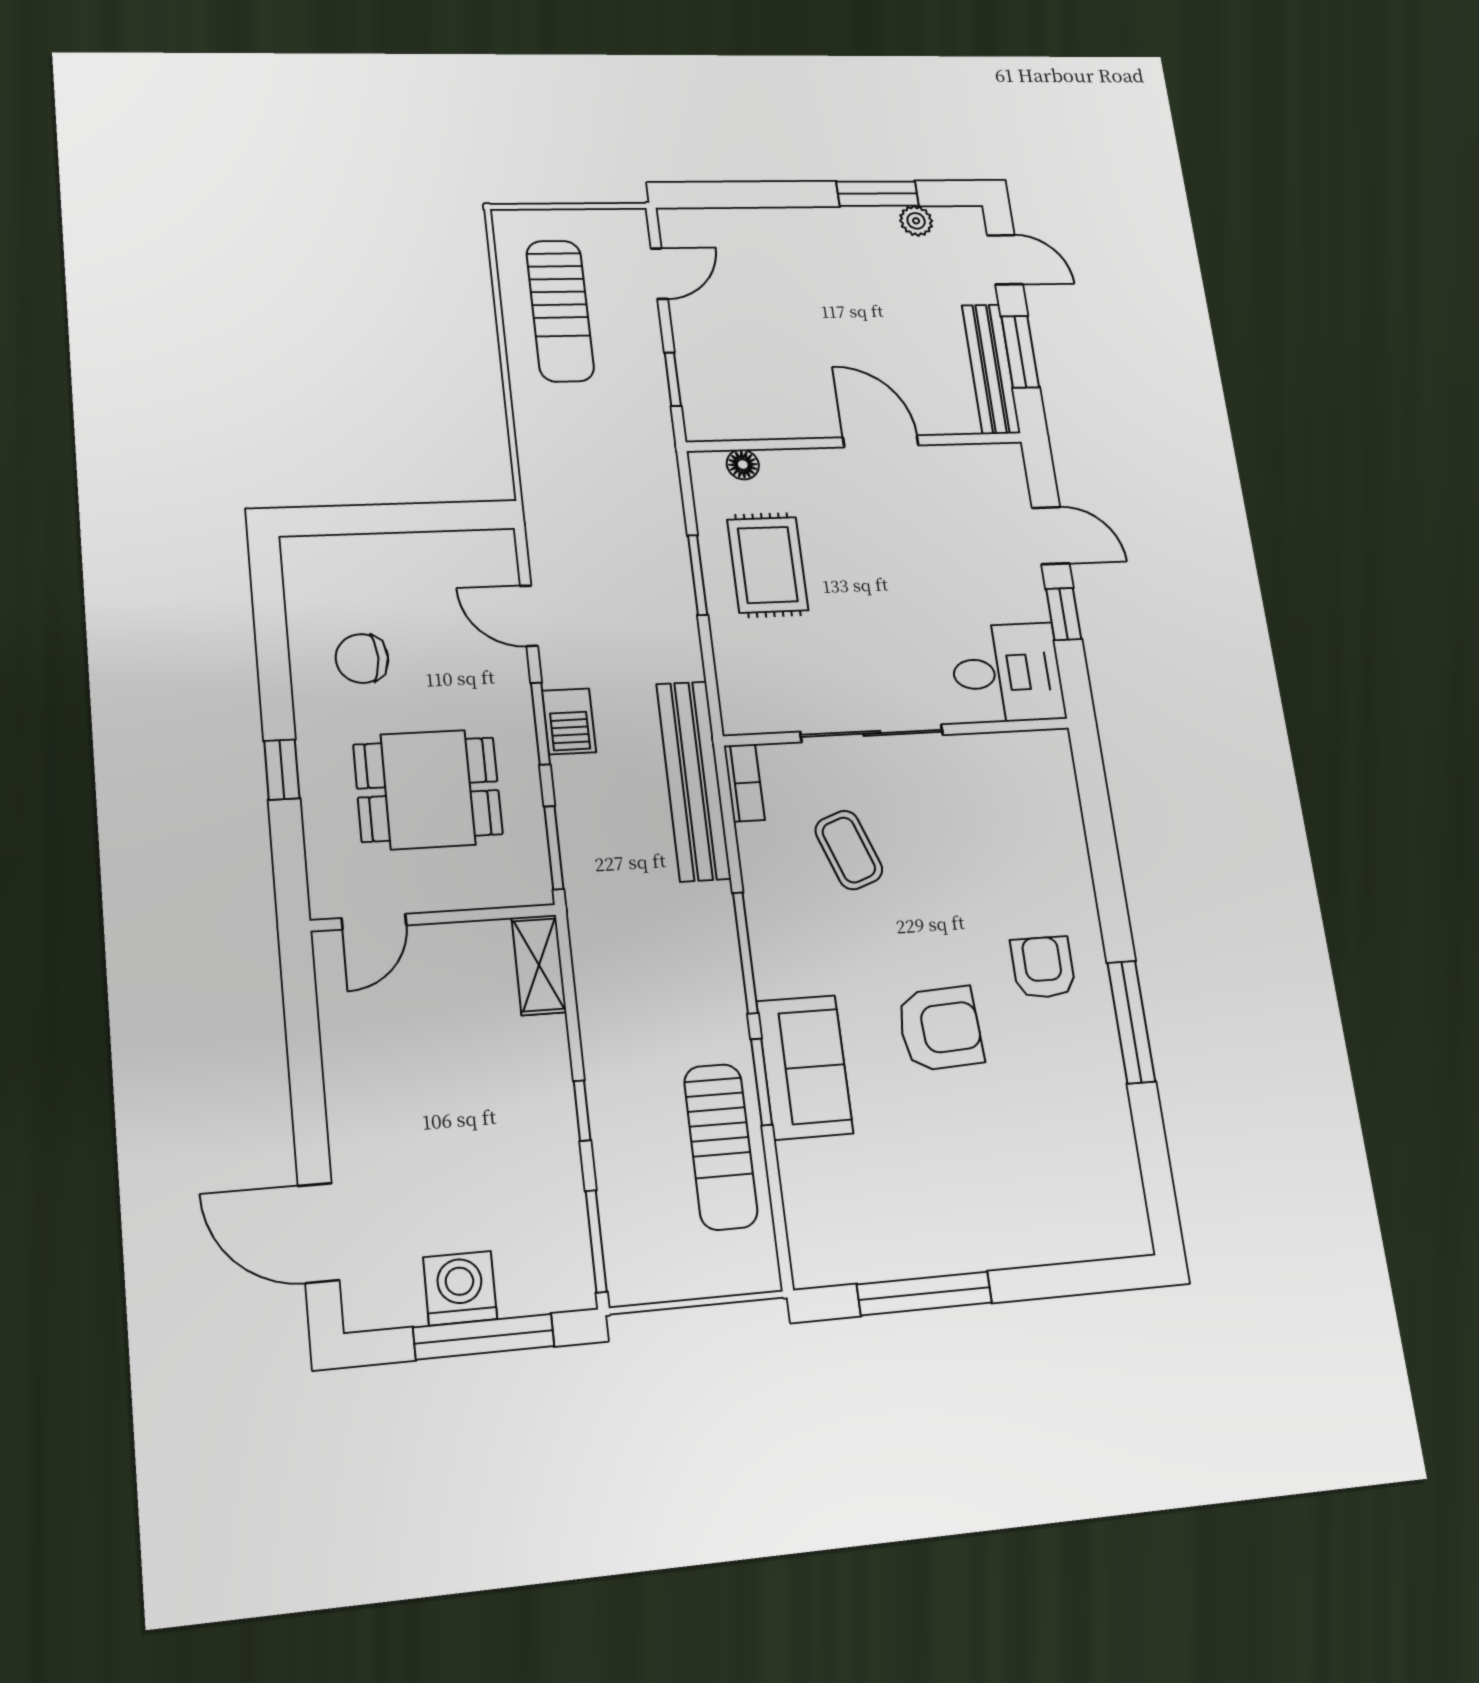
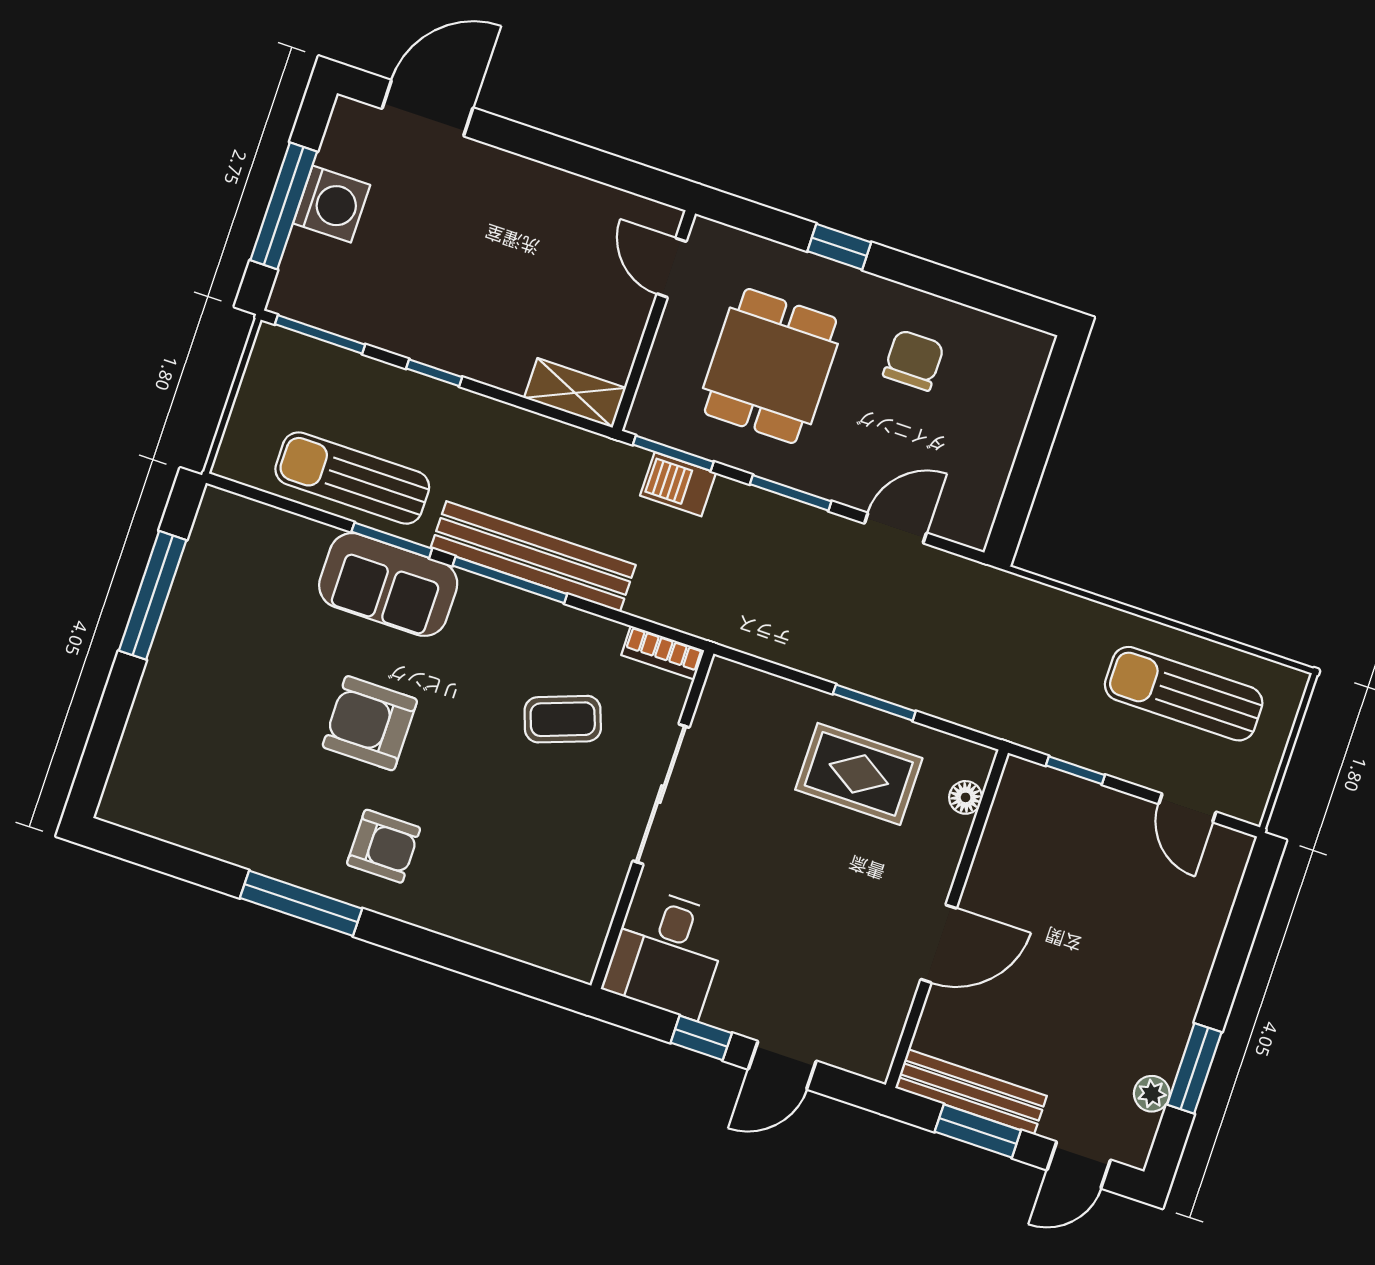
barbecue: (569, 721) -> (678, 484), moved
bench: (693, 781) -> (533, 556), moved
armchair: (940, 1029) -> (370, 723), turned 93

